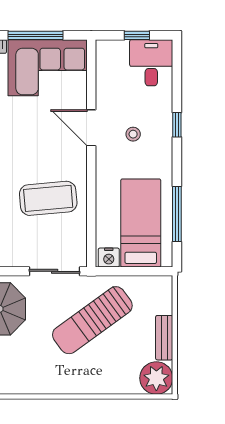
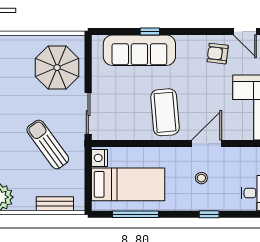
coffee table: (48, 198) -> (165, 112), moved
sun lounger: (92, 320) -> (48, 144), width x0.73, depth x0.75
bench: (164, 338) -> (55, 204), moved

